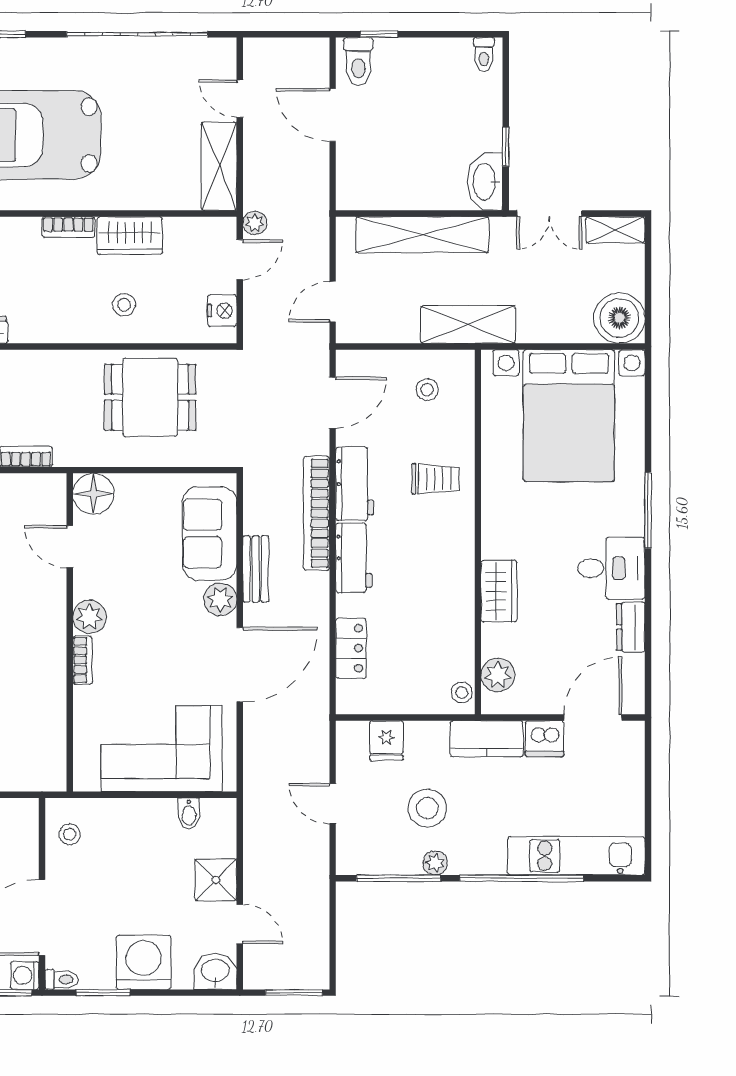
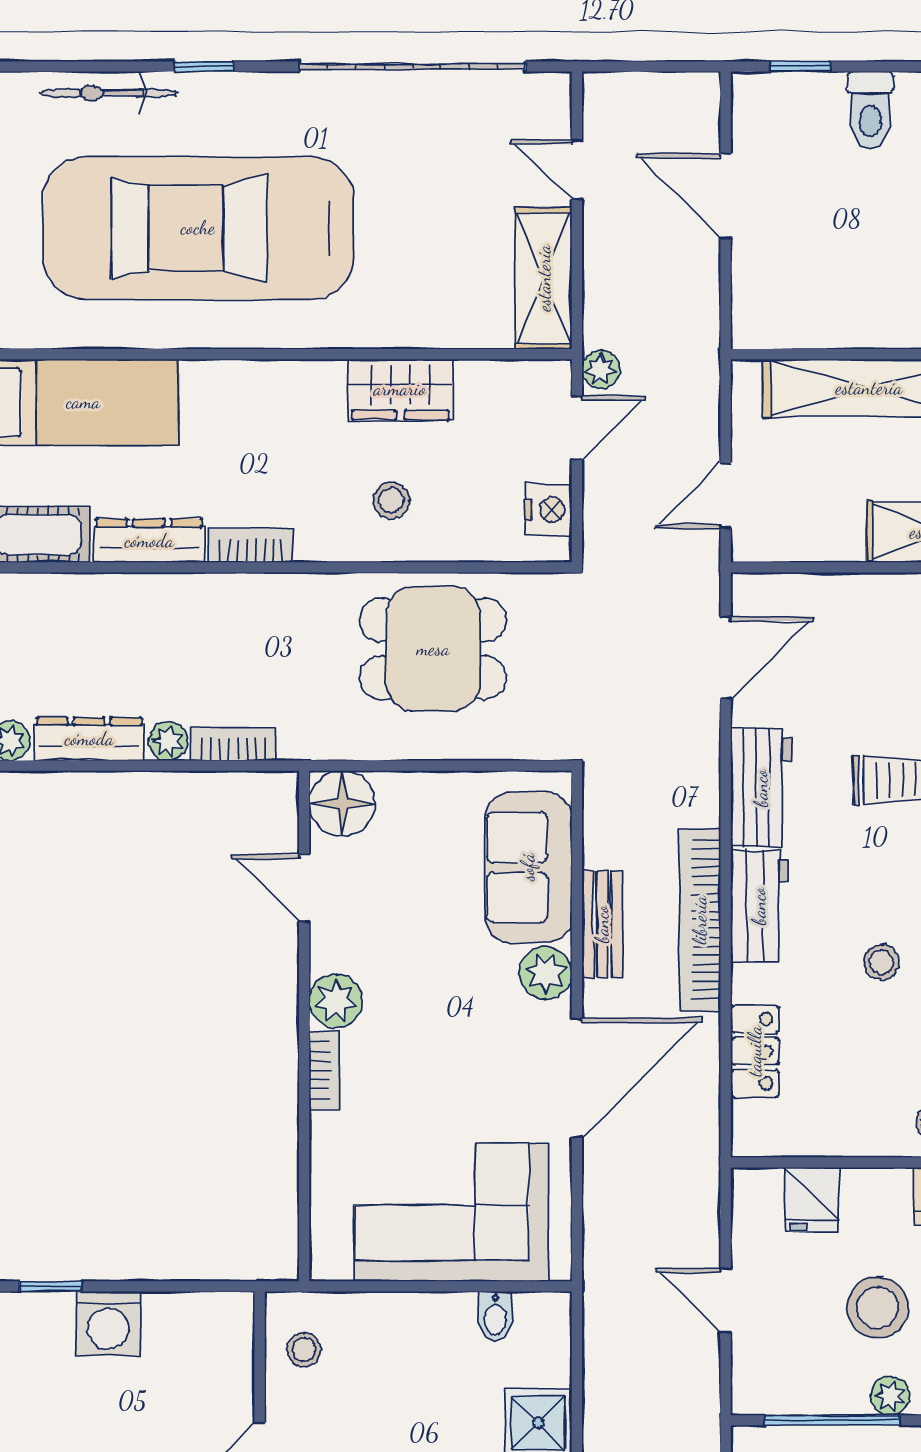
toilet: (358, 61) -> (870, 110), moved
bookcase: (68, 227) -> (251, 545), moved, turned 180
stool: (427, 390) -> (881, 962), moved
bookcase: (317, 513) -> (700, 920), moved

